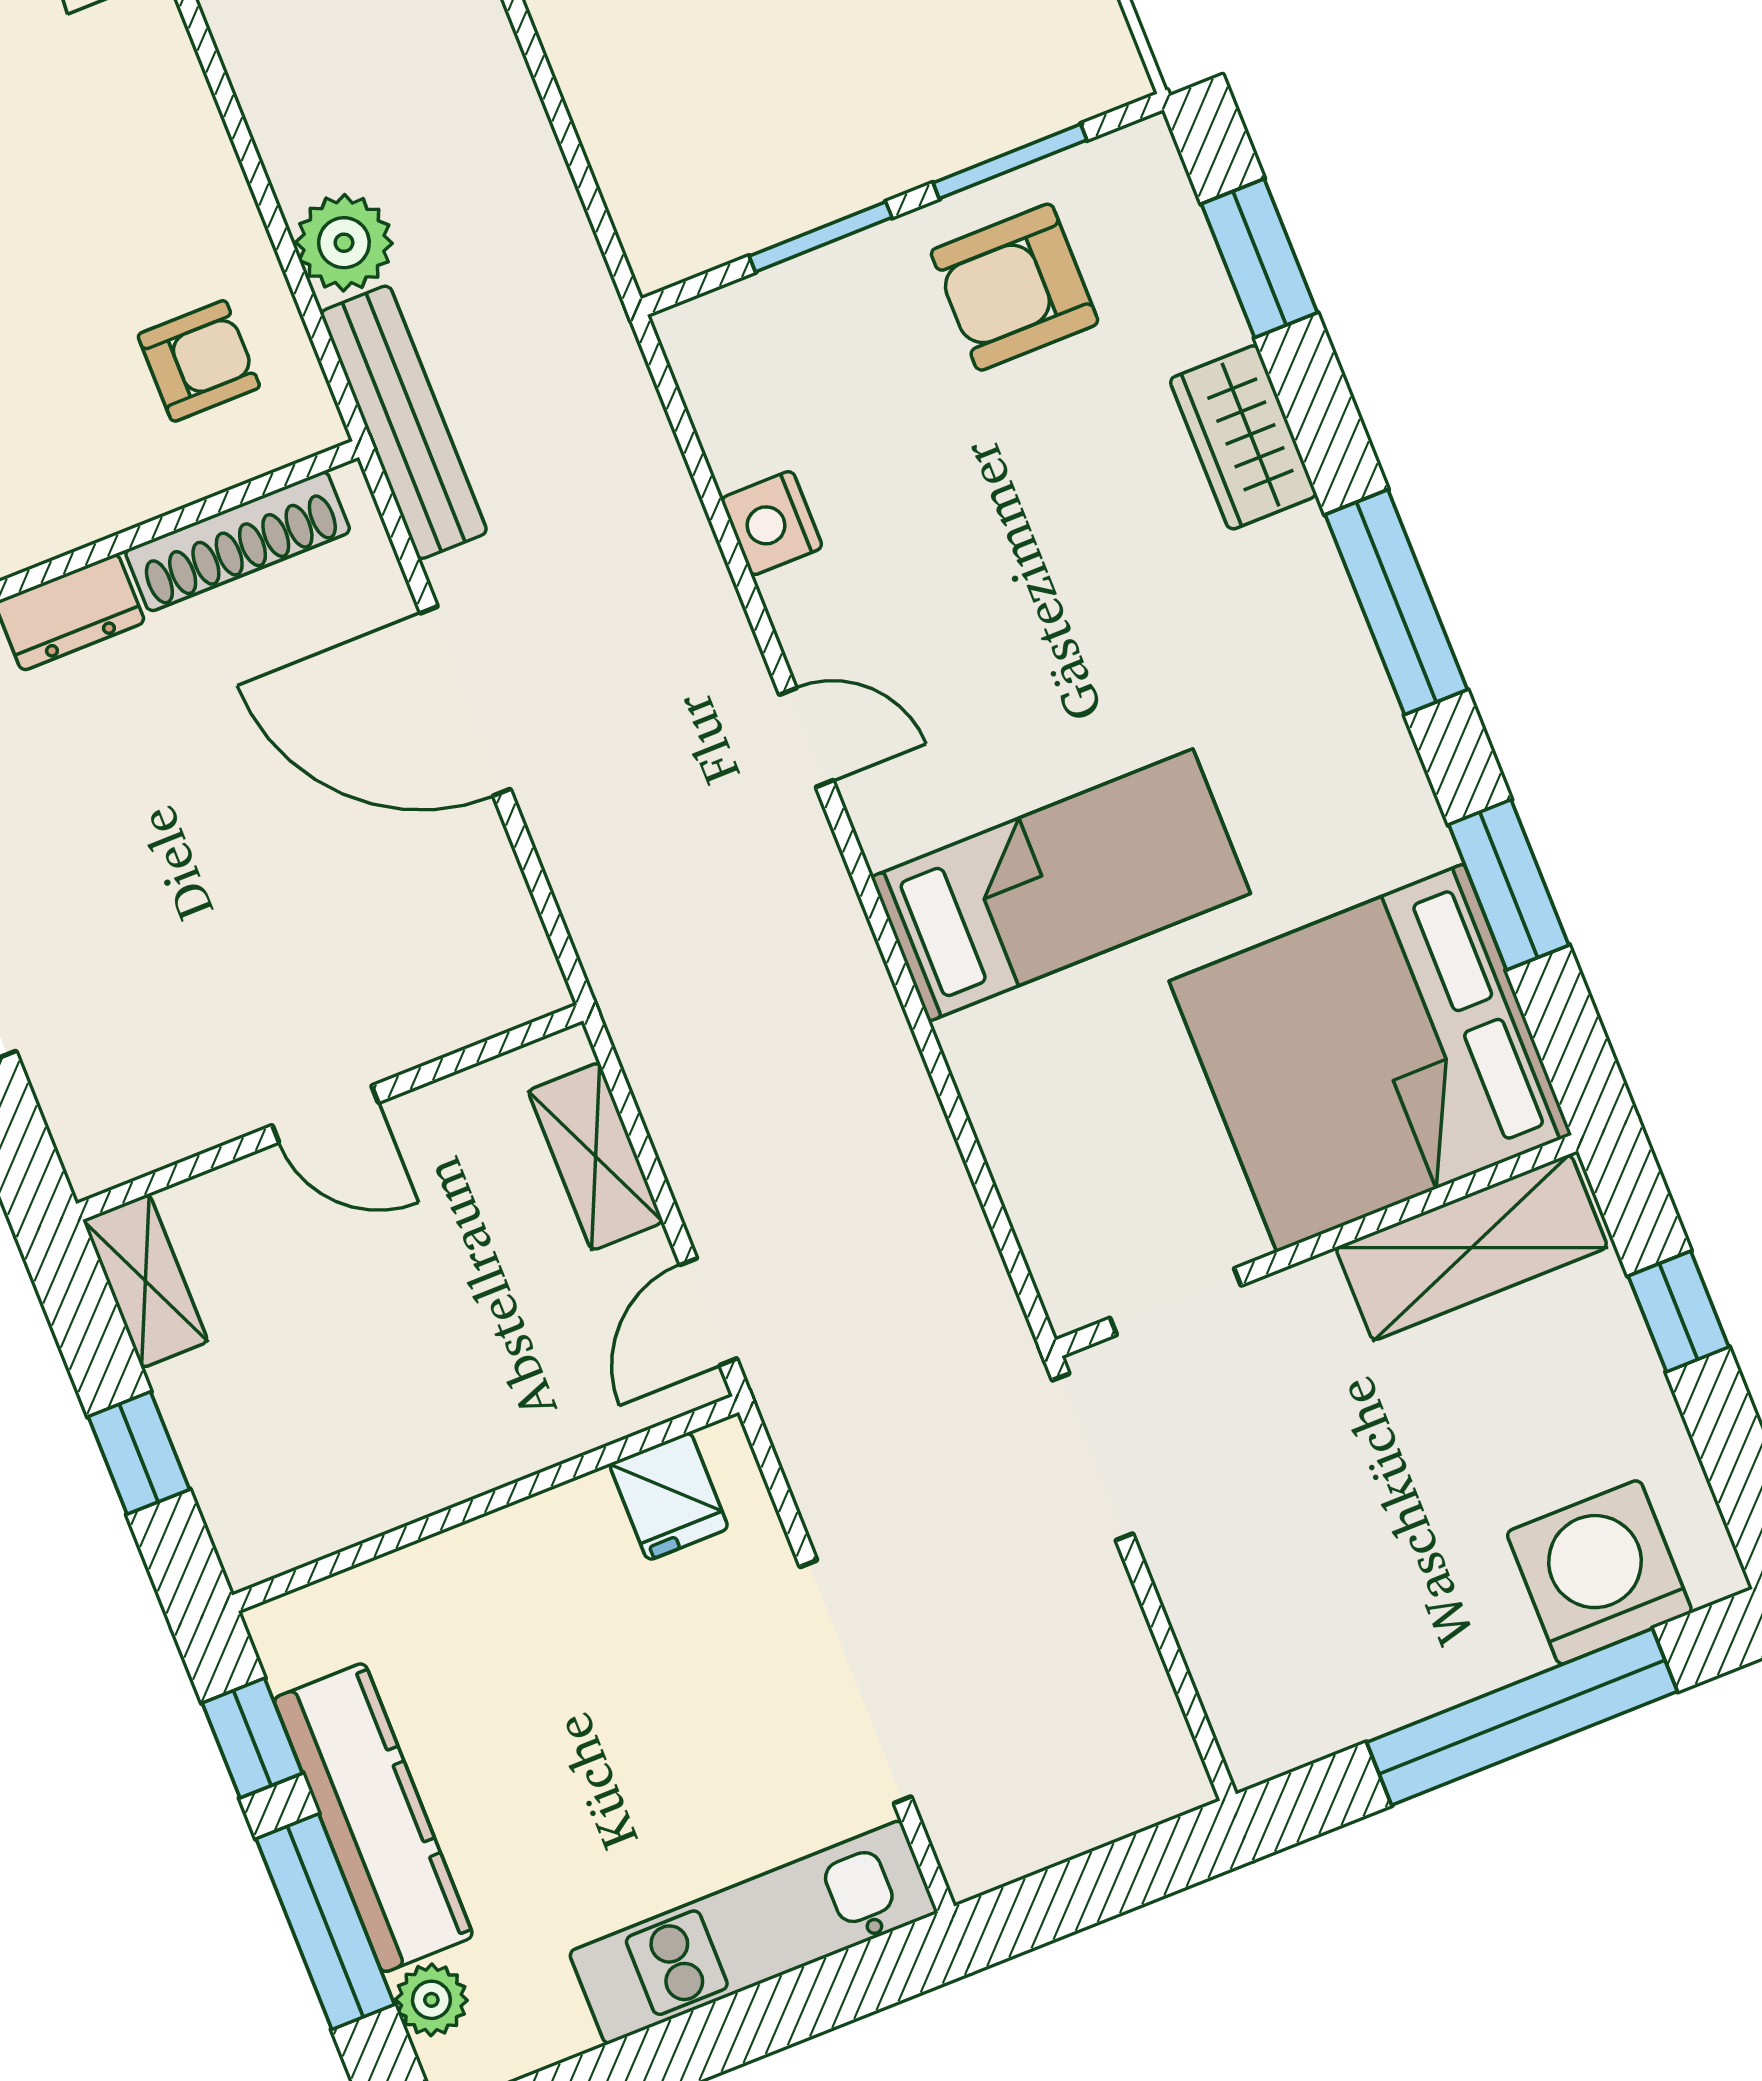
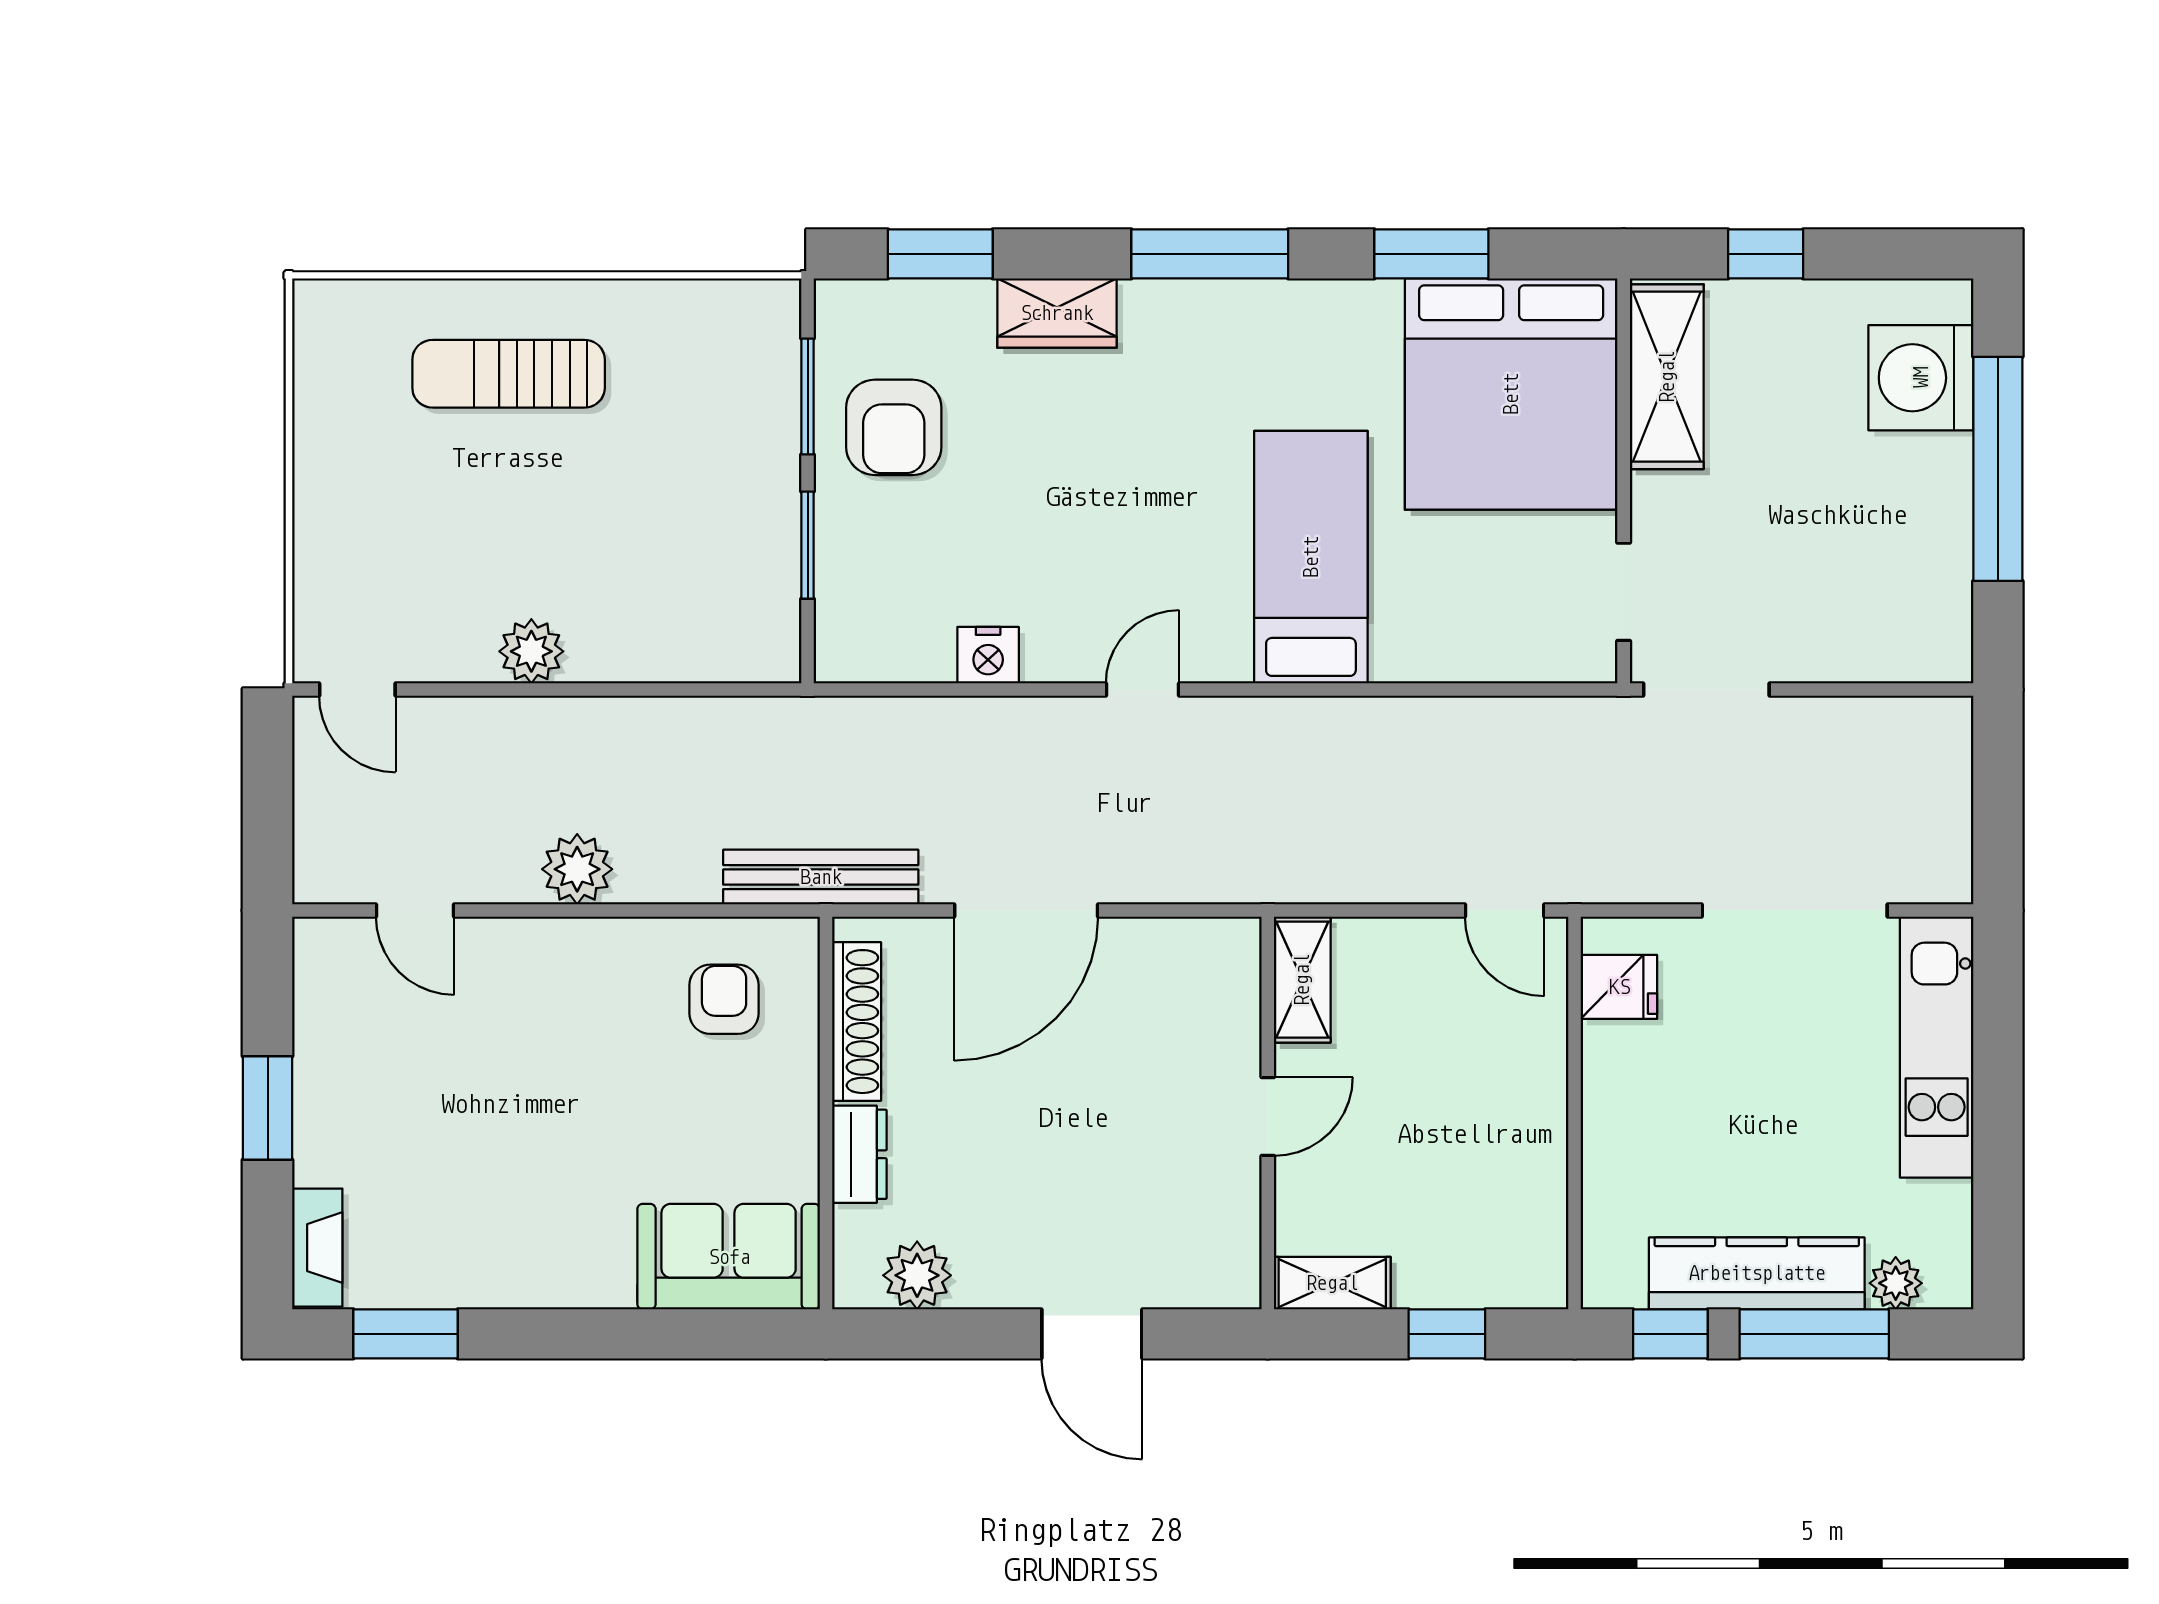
plant: (344, 243) -> (577, 869), moved
shelving: (596, 1156) -> (1302, 980), moved, turned 90

